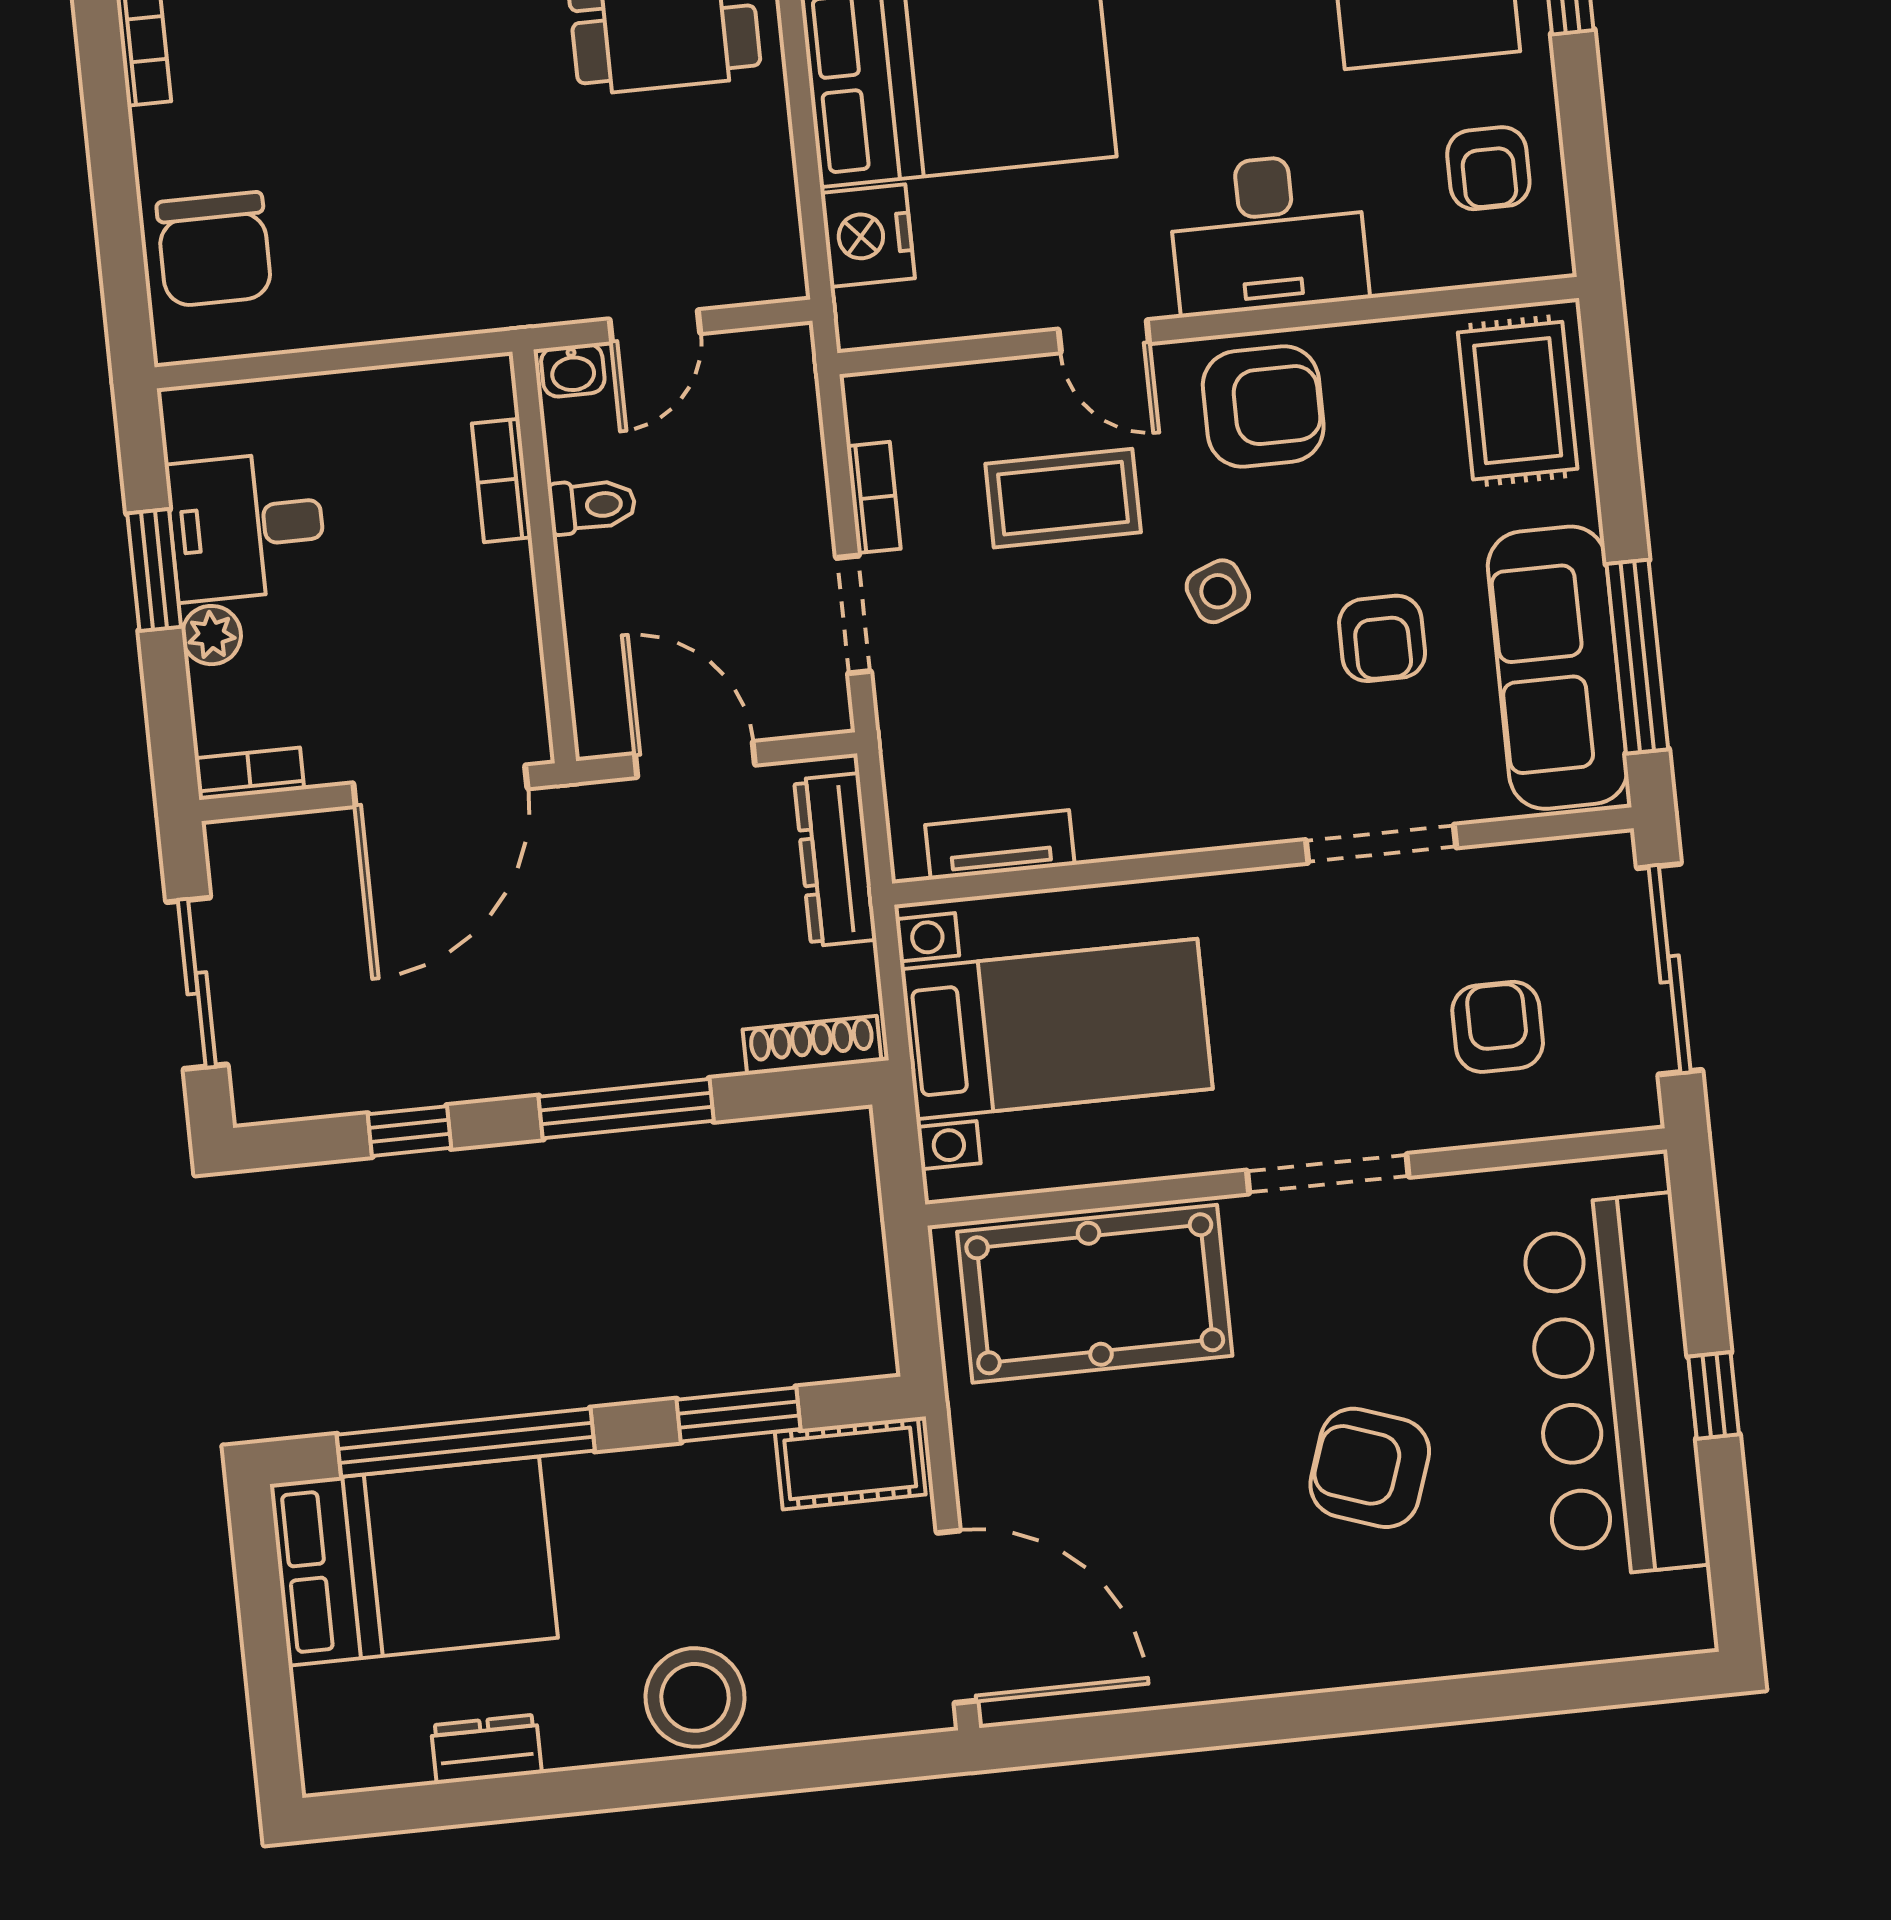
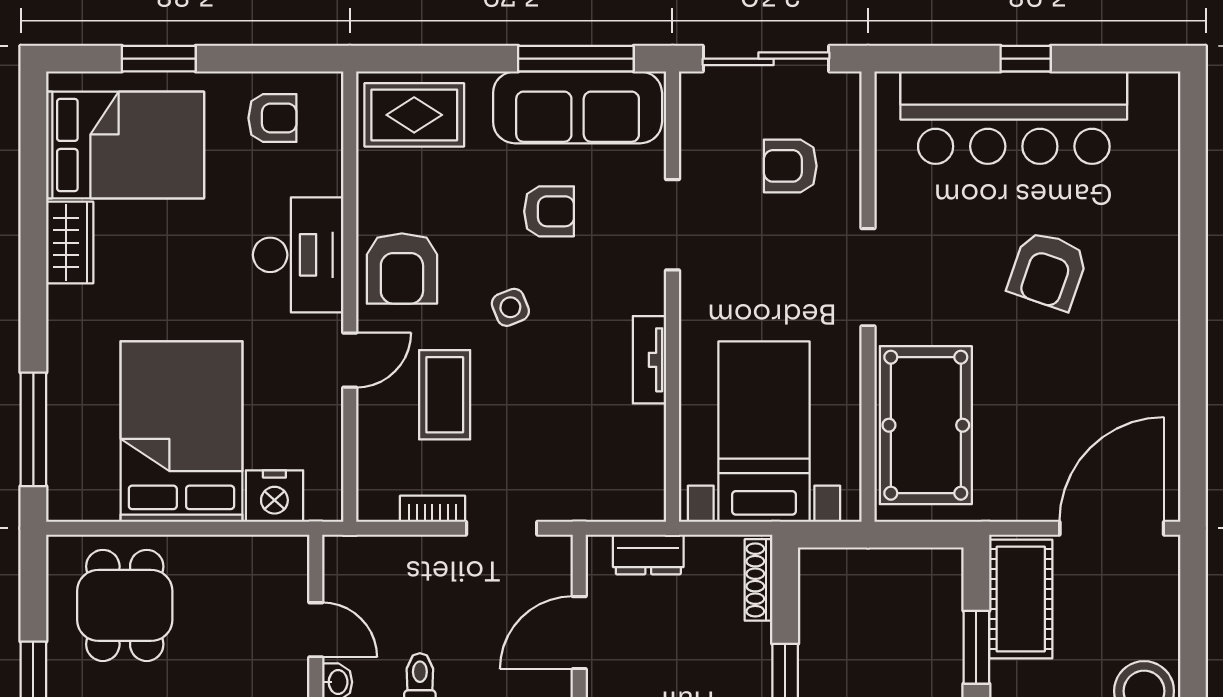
armchair: (1263, 406) -> (402, 268), turned 180
tv unit: (1000, 845) -> (650, 360), moved
dresser: (835, 860) -> (648, 554), width x0.70
cot: (850, 1463) -> (1021, 599), width x1.37, depth x1.34

